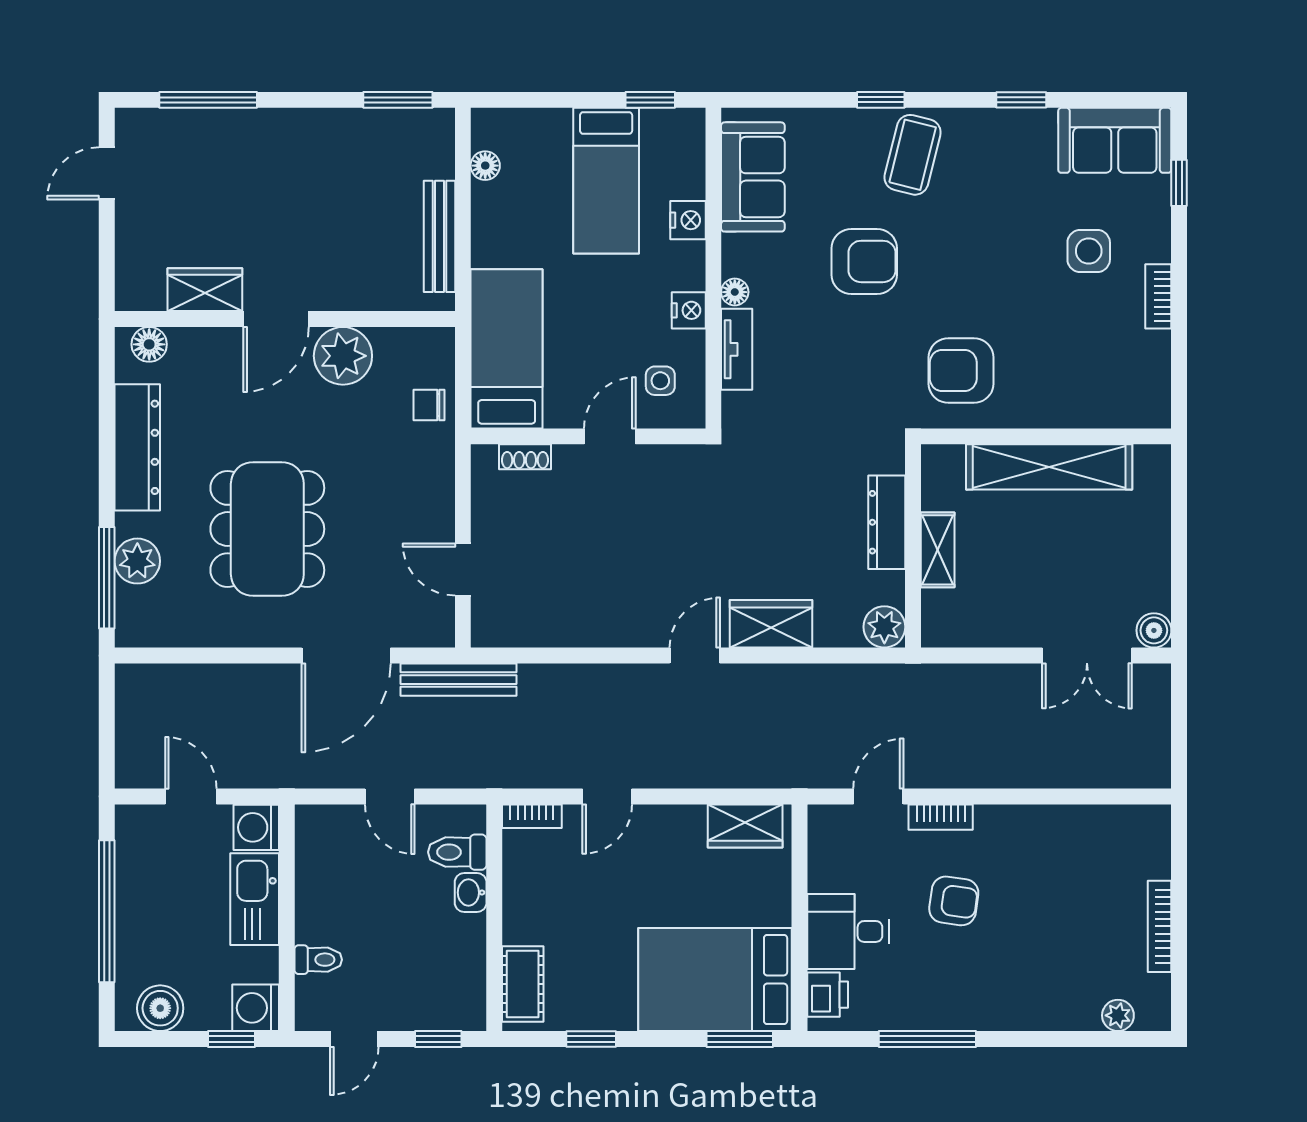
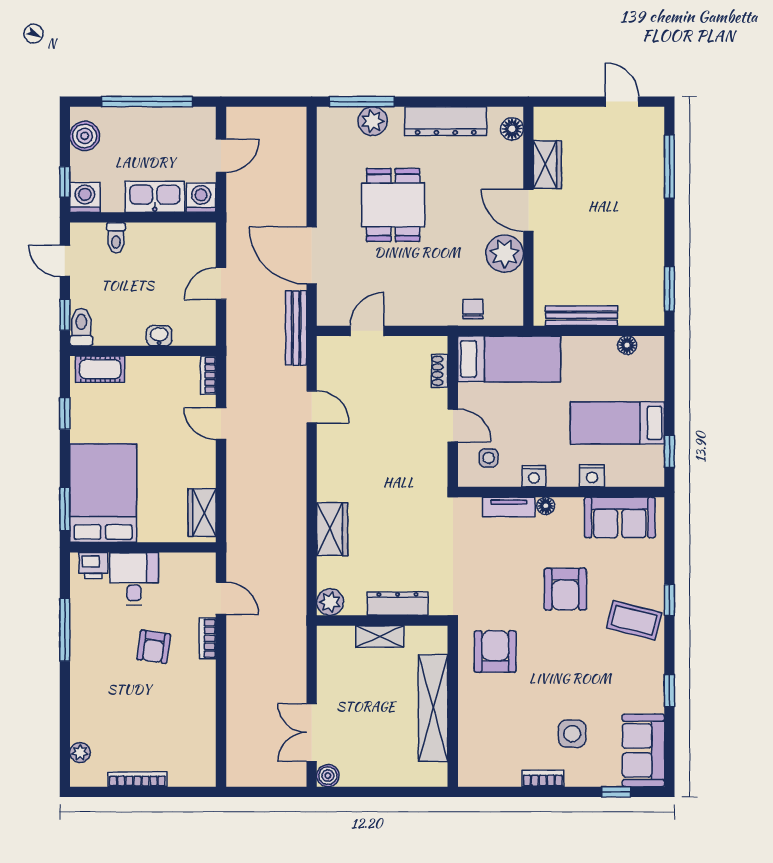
dining table: (267, 529) -> (393, 205), width x0.73
door: (695, 656) -> (312, 407), moved
toilet: (457, 852) -> (81, 327), moved

